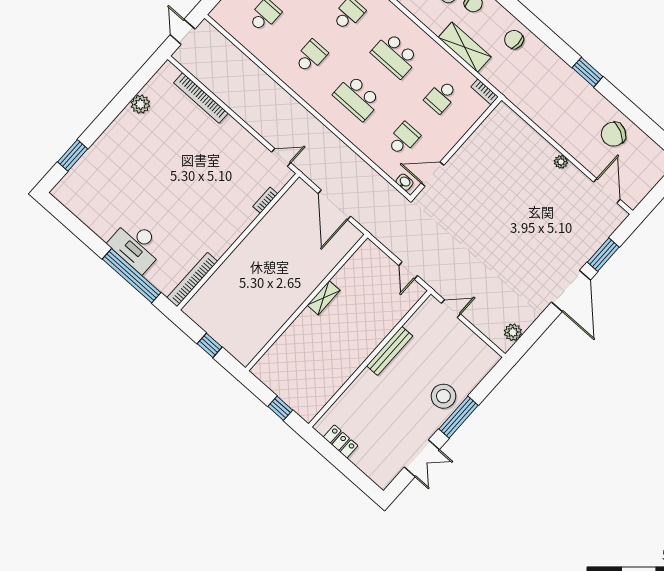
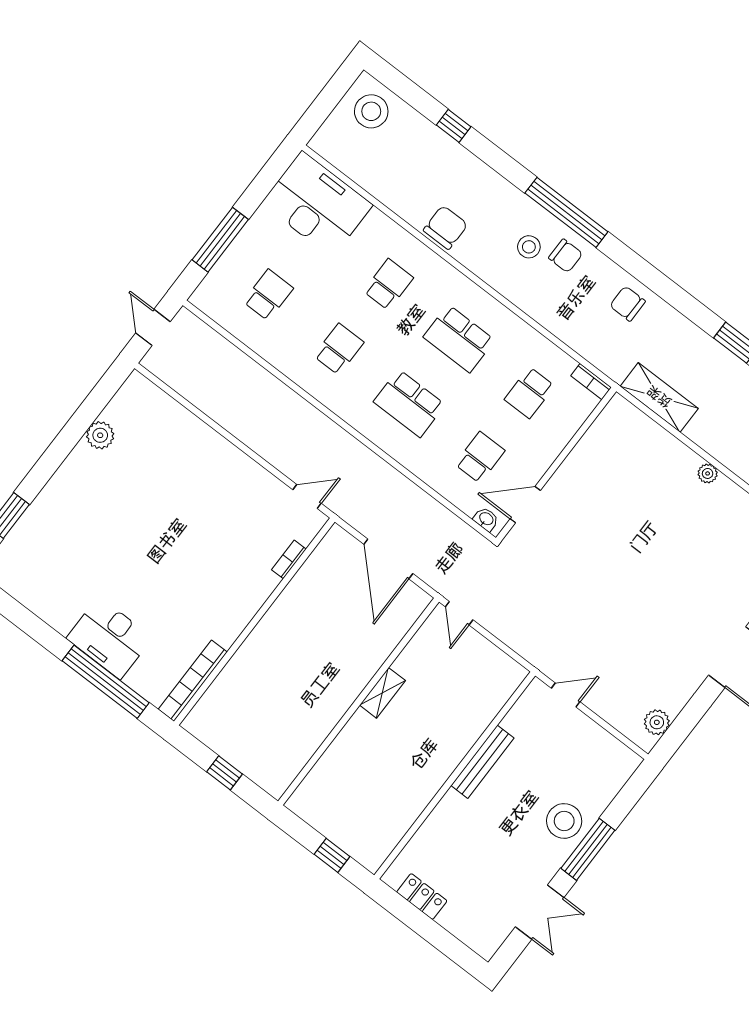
shelving: (465, 47) -> (659, 397), moved
bookcase: (201, 98) -> (186, 420), removed
door: (408, 271) -> (459, 613), moved

